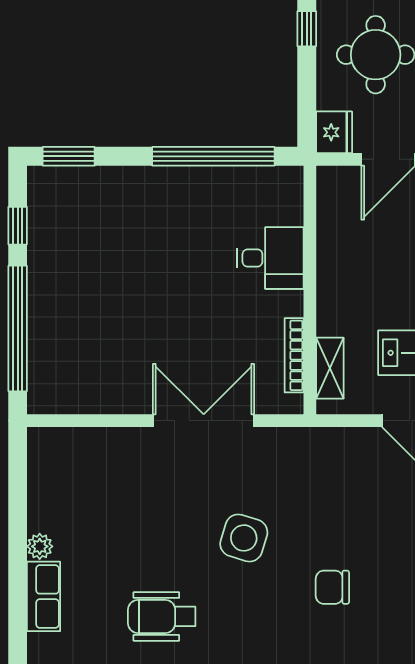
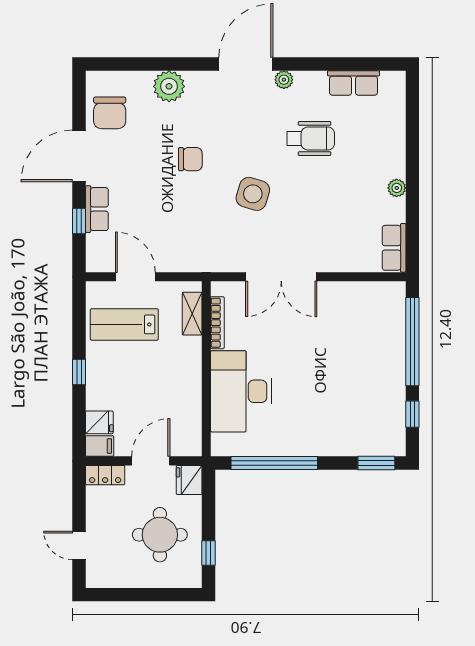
desk: (270, 258) -> (241, 391), width x1.87, depth x1.30
row of seats: (44, 596) -> (394, 248), moved

